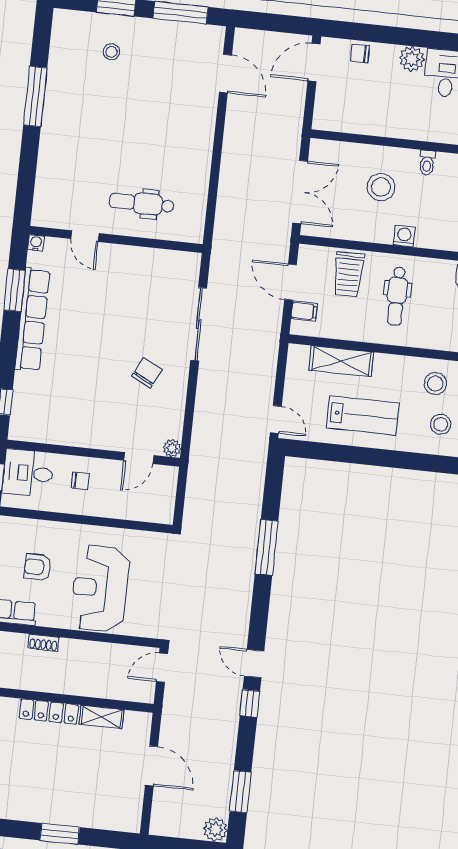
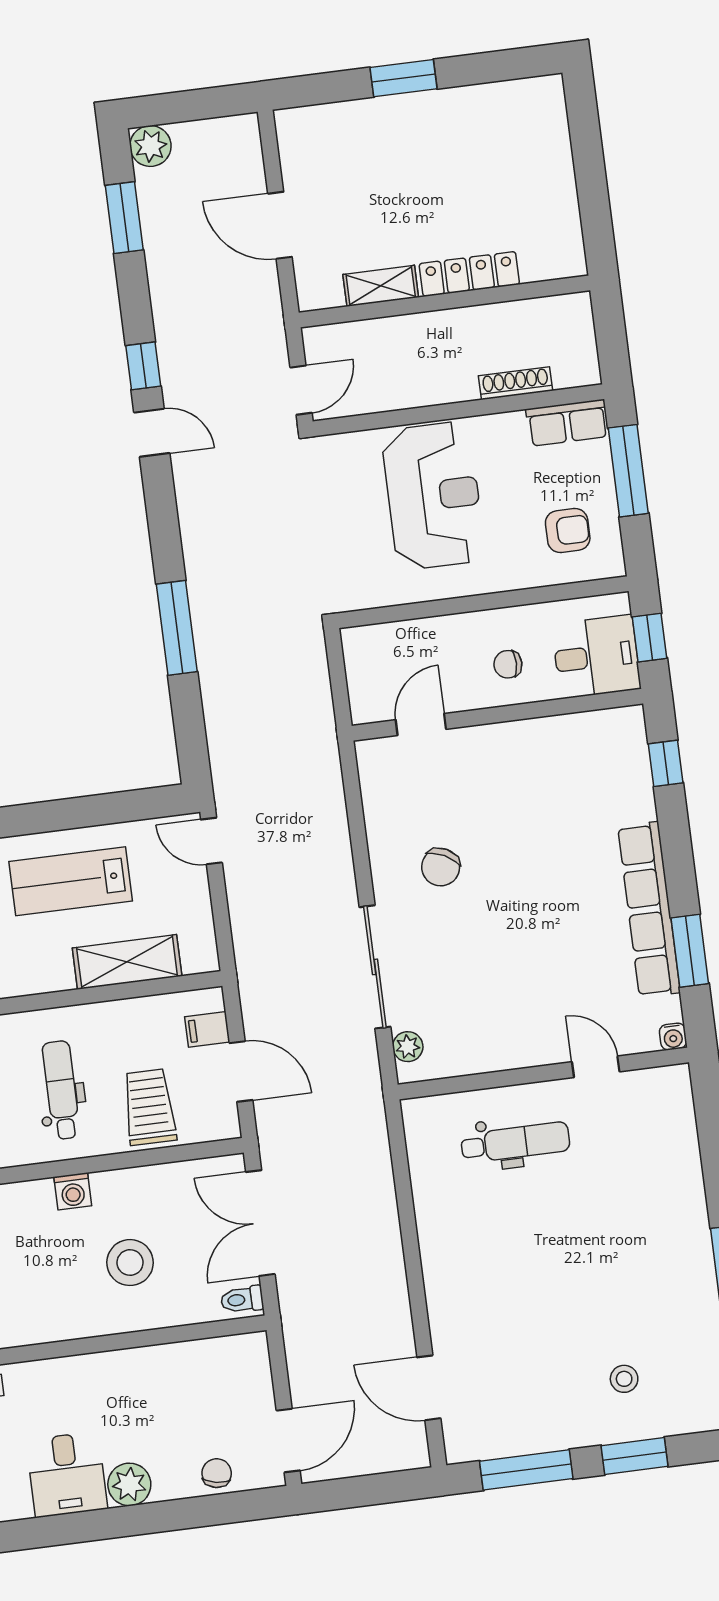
chair: (360, 53) -> (217, 1473), turned -79
toilet: (427, 163) -> (242, 1299), moved, turned -90
plant: (172, 448) -> (408, 1047), moved
armchair: (38, 567) -> (568, 530), moved
shoe rack: (43, 643) -> (516, 383), width x1.43

